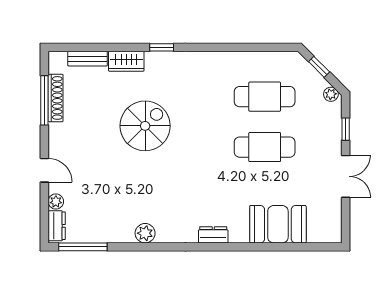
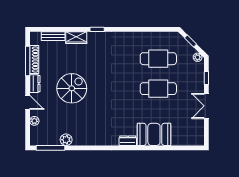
spiral stairs: (145, 126) -> (72, 88), moved
double door: (346, 176) -> (206, 106), swing flipped
booth: (278, 224) -> (154, 134), moved
dresser: (57, 226) -> (35, 84), moved
plant: (145, 233) -> (66, 140), moved

